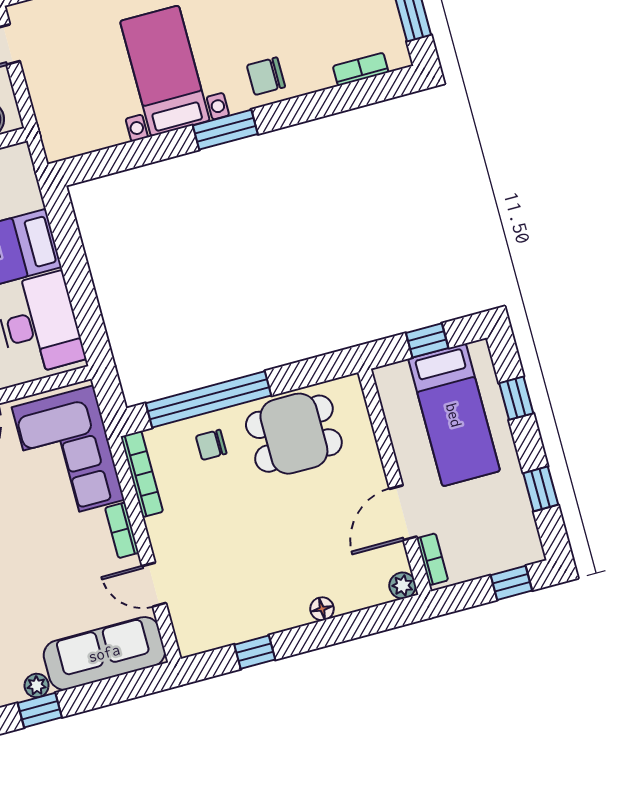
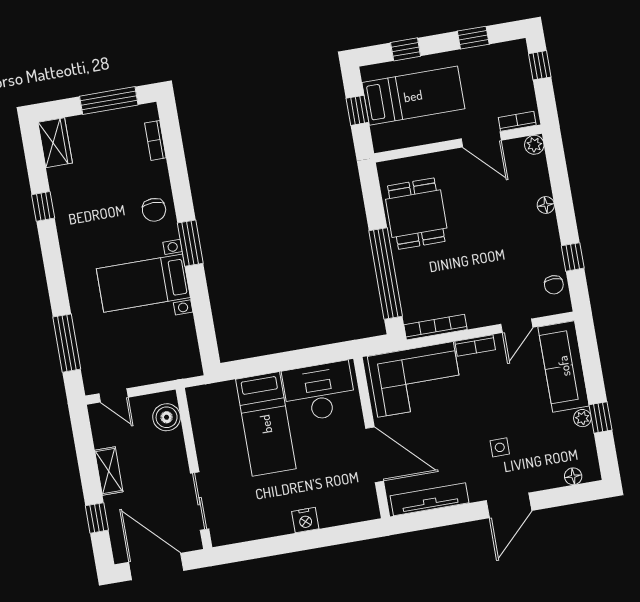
chair: (211, 445) -> (554, 285), moved

